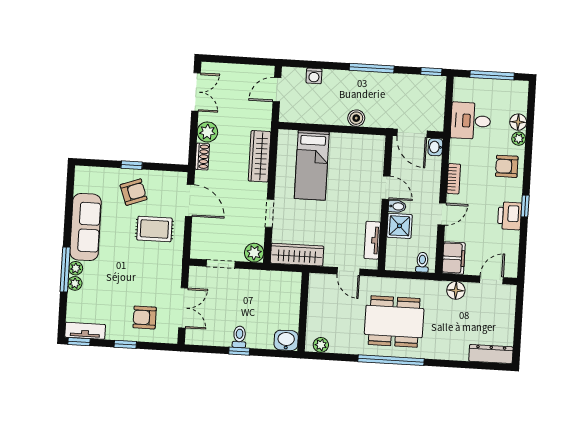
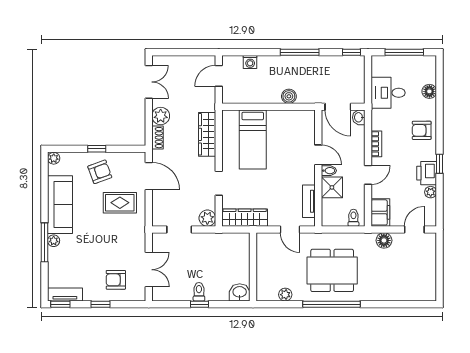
plant: (519, 139) -> (431, 192), moved
plant: (75, 283) -> (54, 158), moved
plant: (321, 345) -> (285, 295), moved
dresser: (491, 354) -> (418, 294), removed

